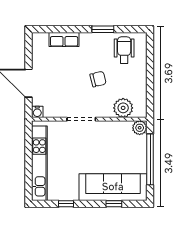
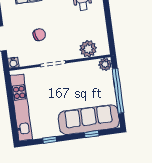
chair: (98, 79) -> (39, 35), moved

